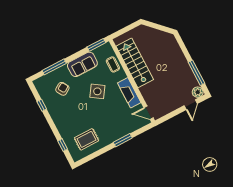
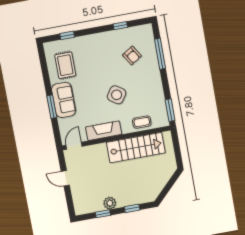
window: (185, 51) -> (132, 208), added
sofa: (82, 64) -> (64, 100), moved, turned 180
window: (196, 73) -> (103, 214), width x0.46
plant: (198, 92) -> (110, 203), moved
door: (191, 105) -> (65, 178), moved

